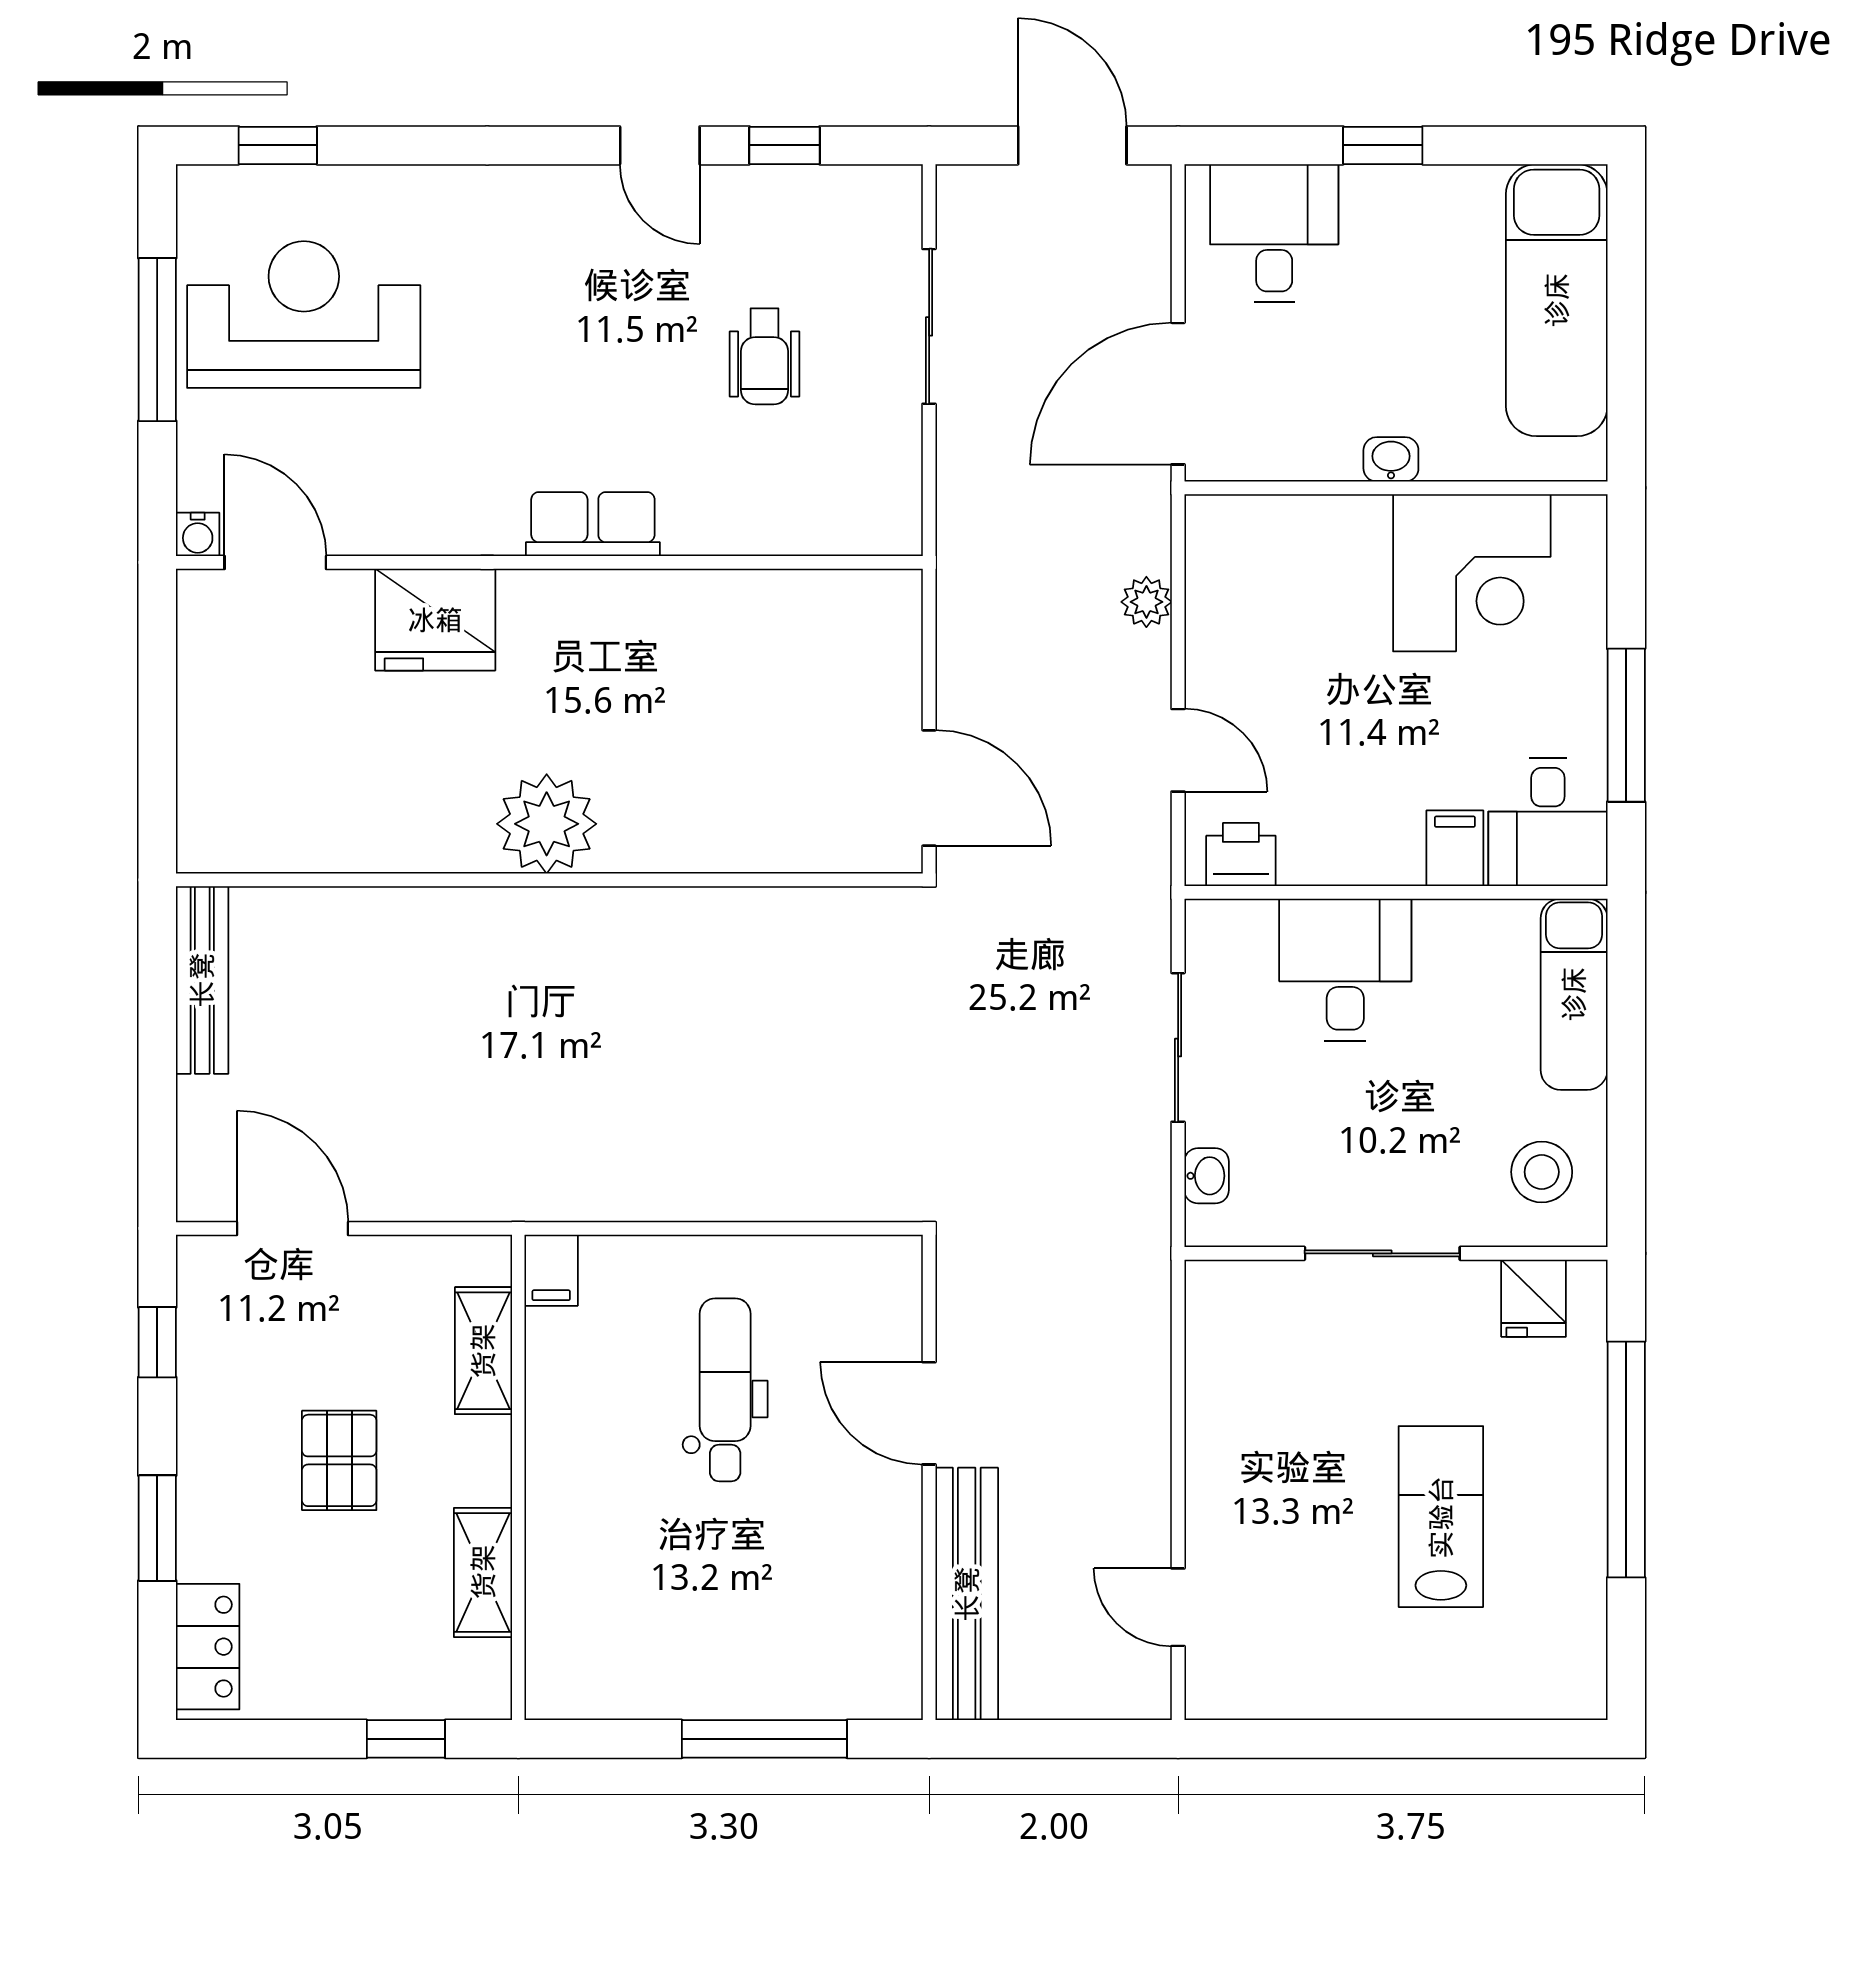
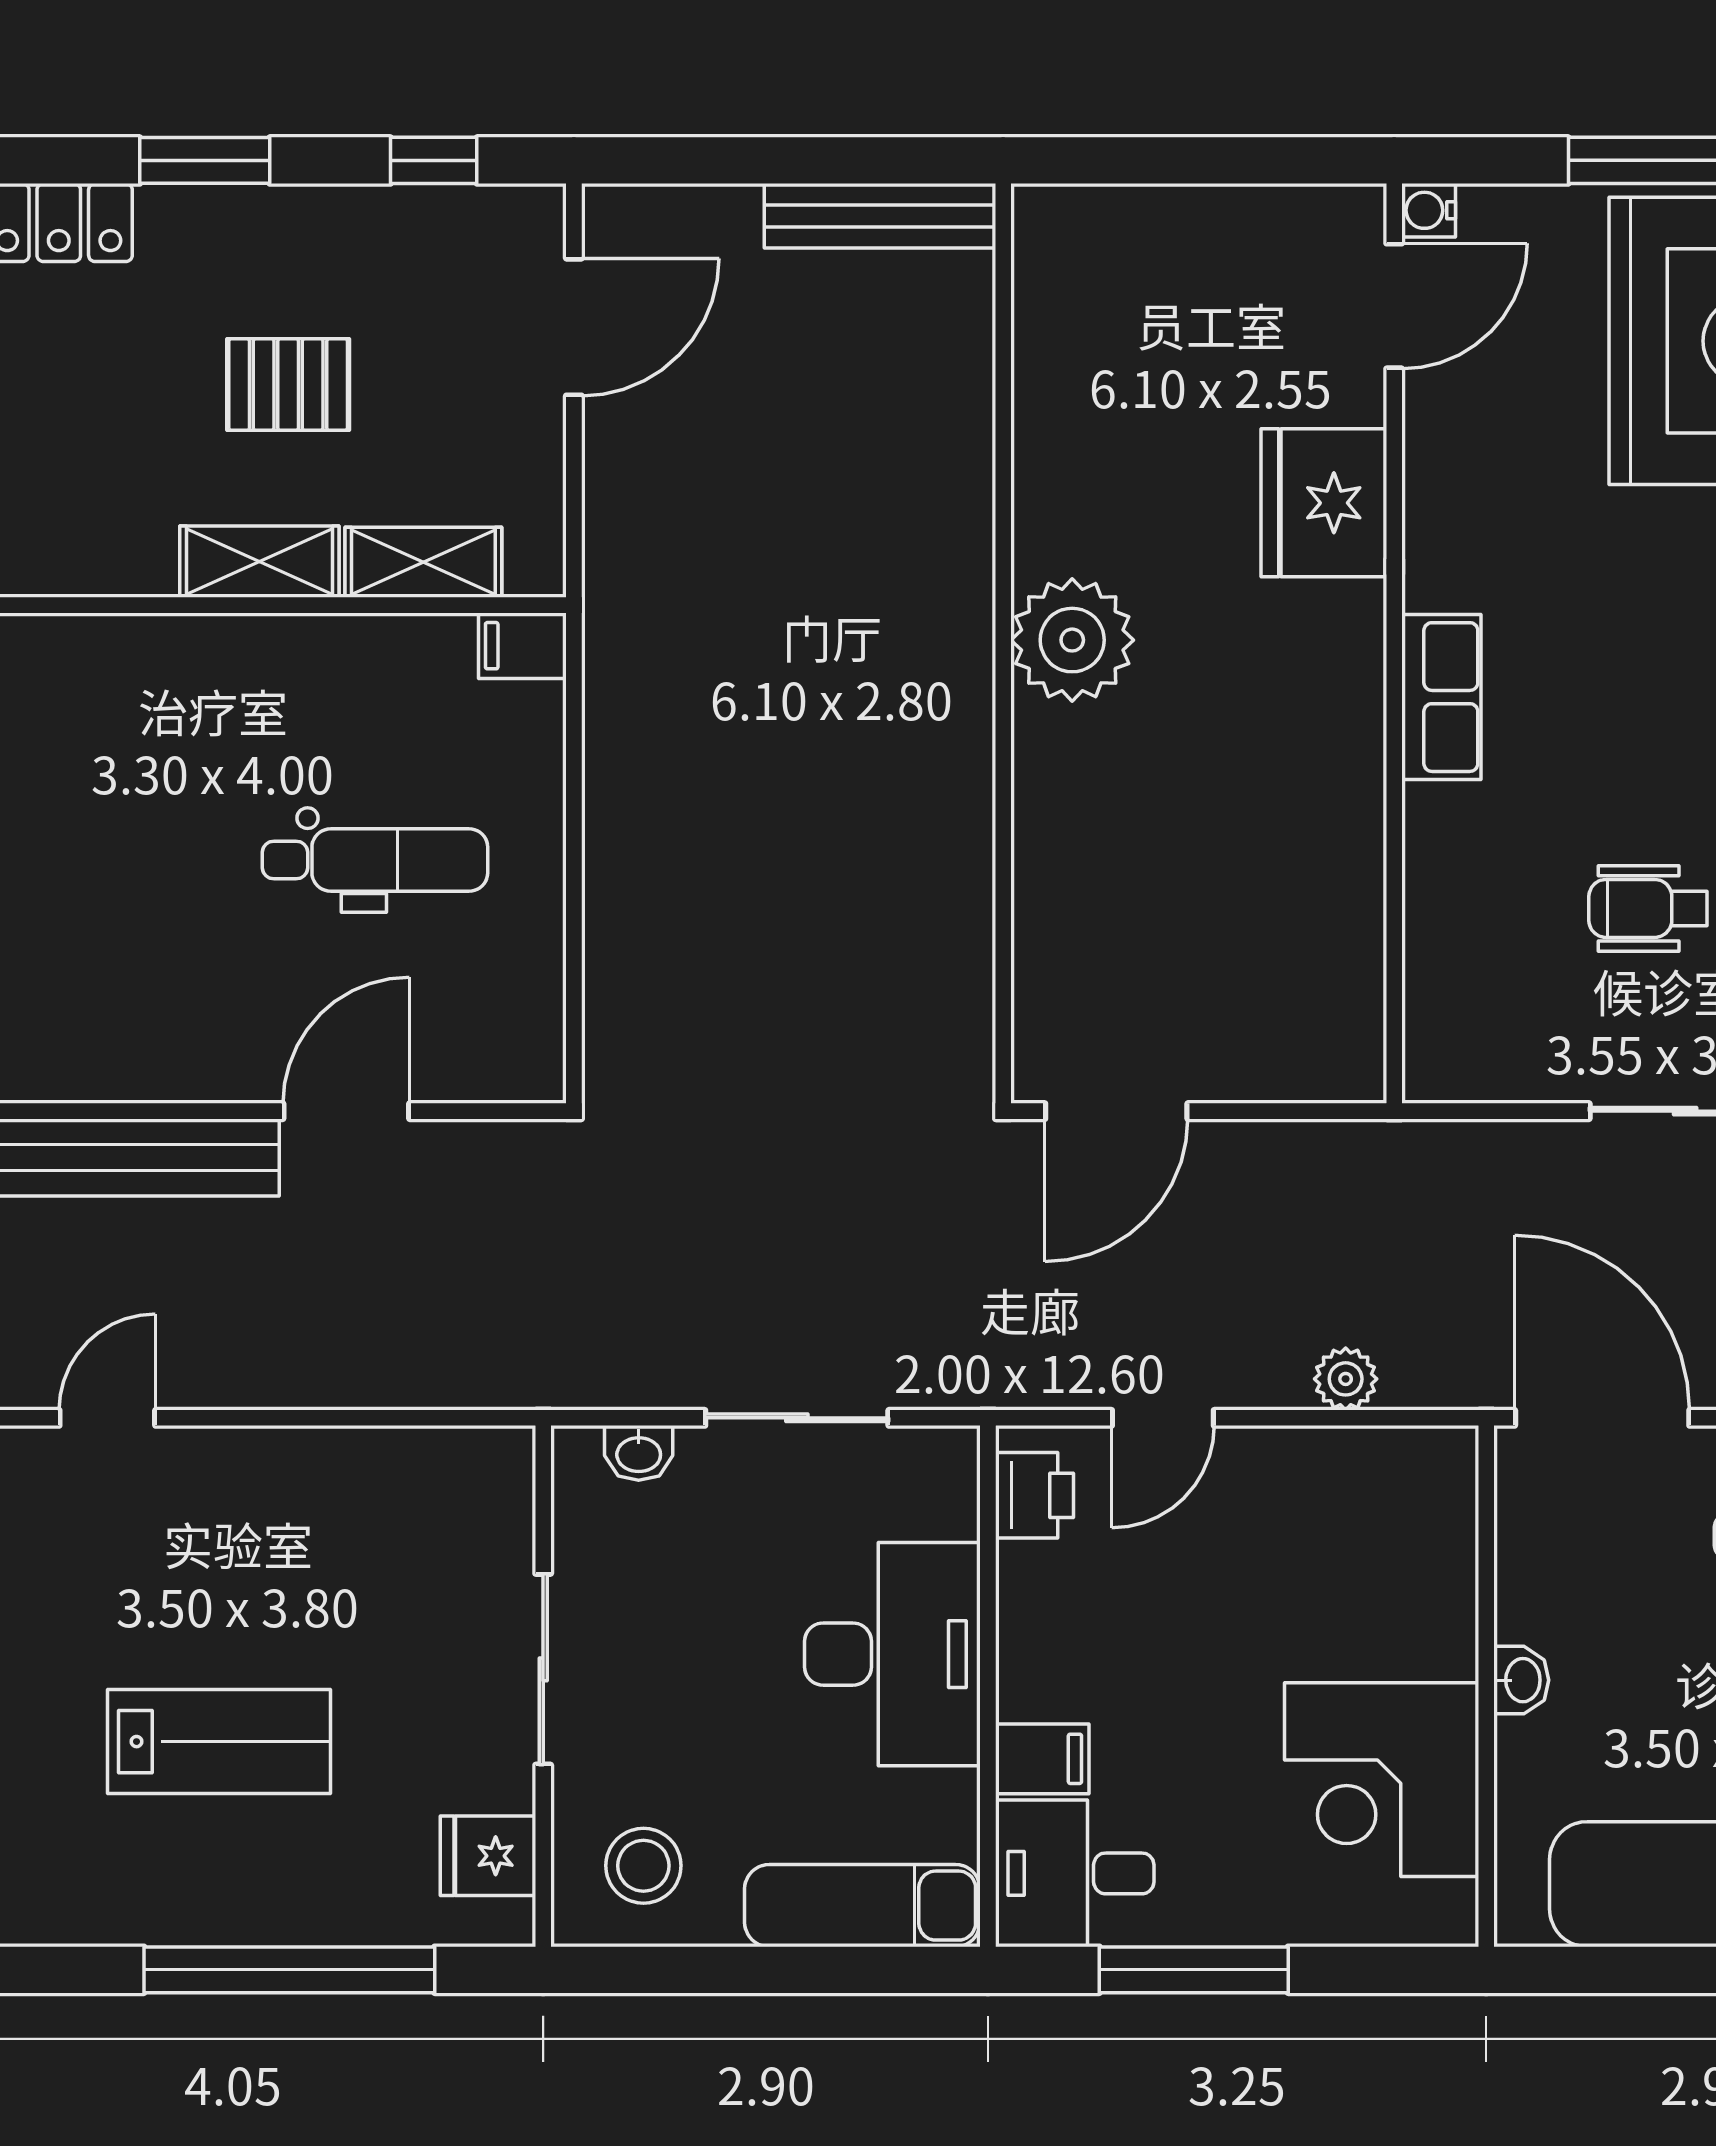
desk: (1345, 970) -> (892, 1654), width x1.37
shelving: (483, 1572) -> (259, 562), moved

